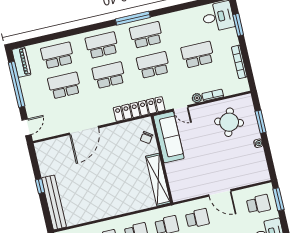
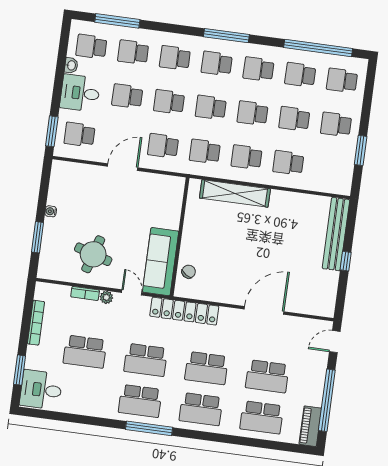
round table: (229, 122) -> (93, 254), moved
shelving: (158, 180) -> (235, 193), moved, turned 90
door: (220, 193) -> (123, 167), hinge flipped

